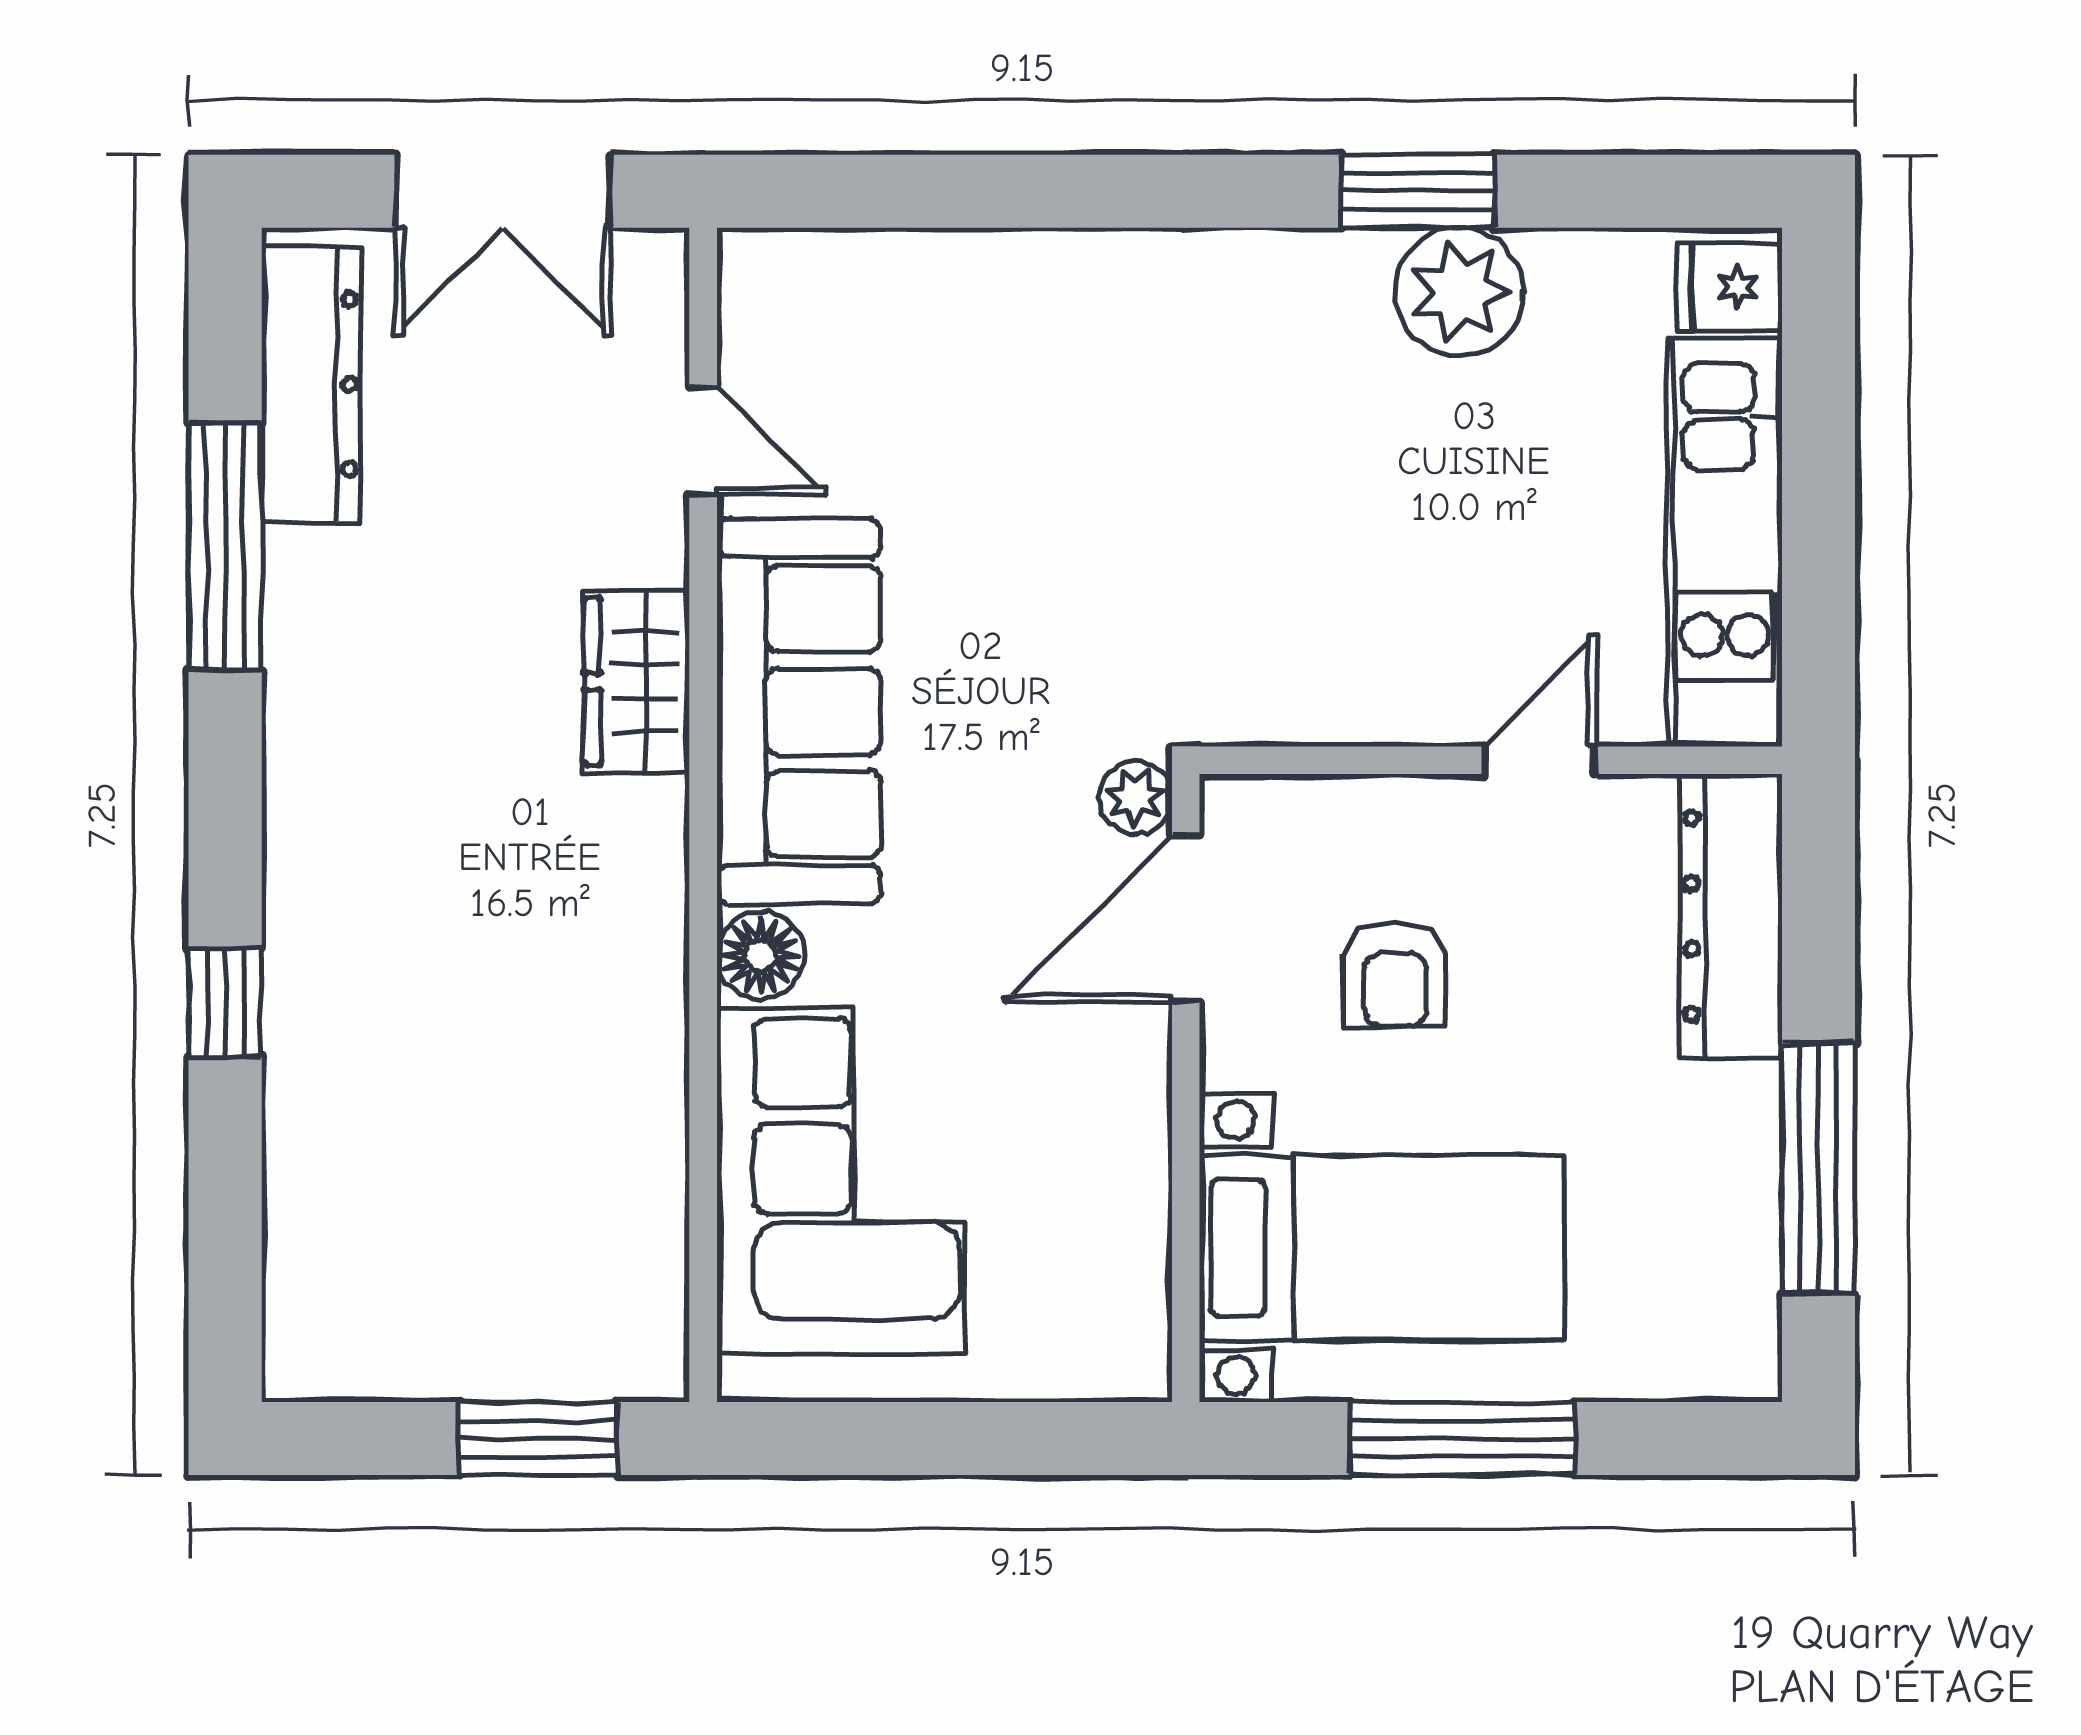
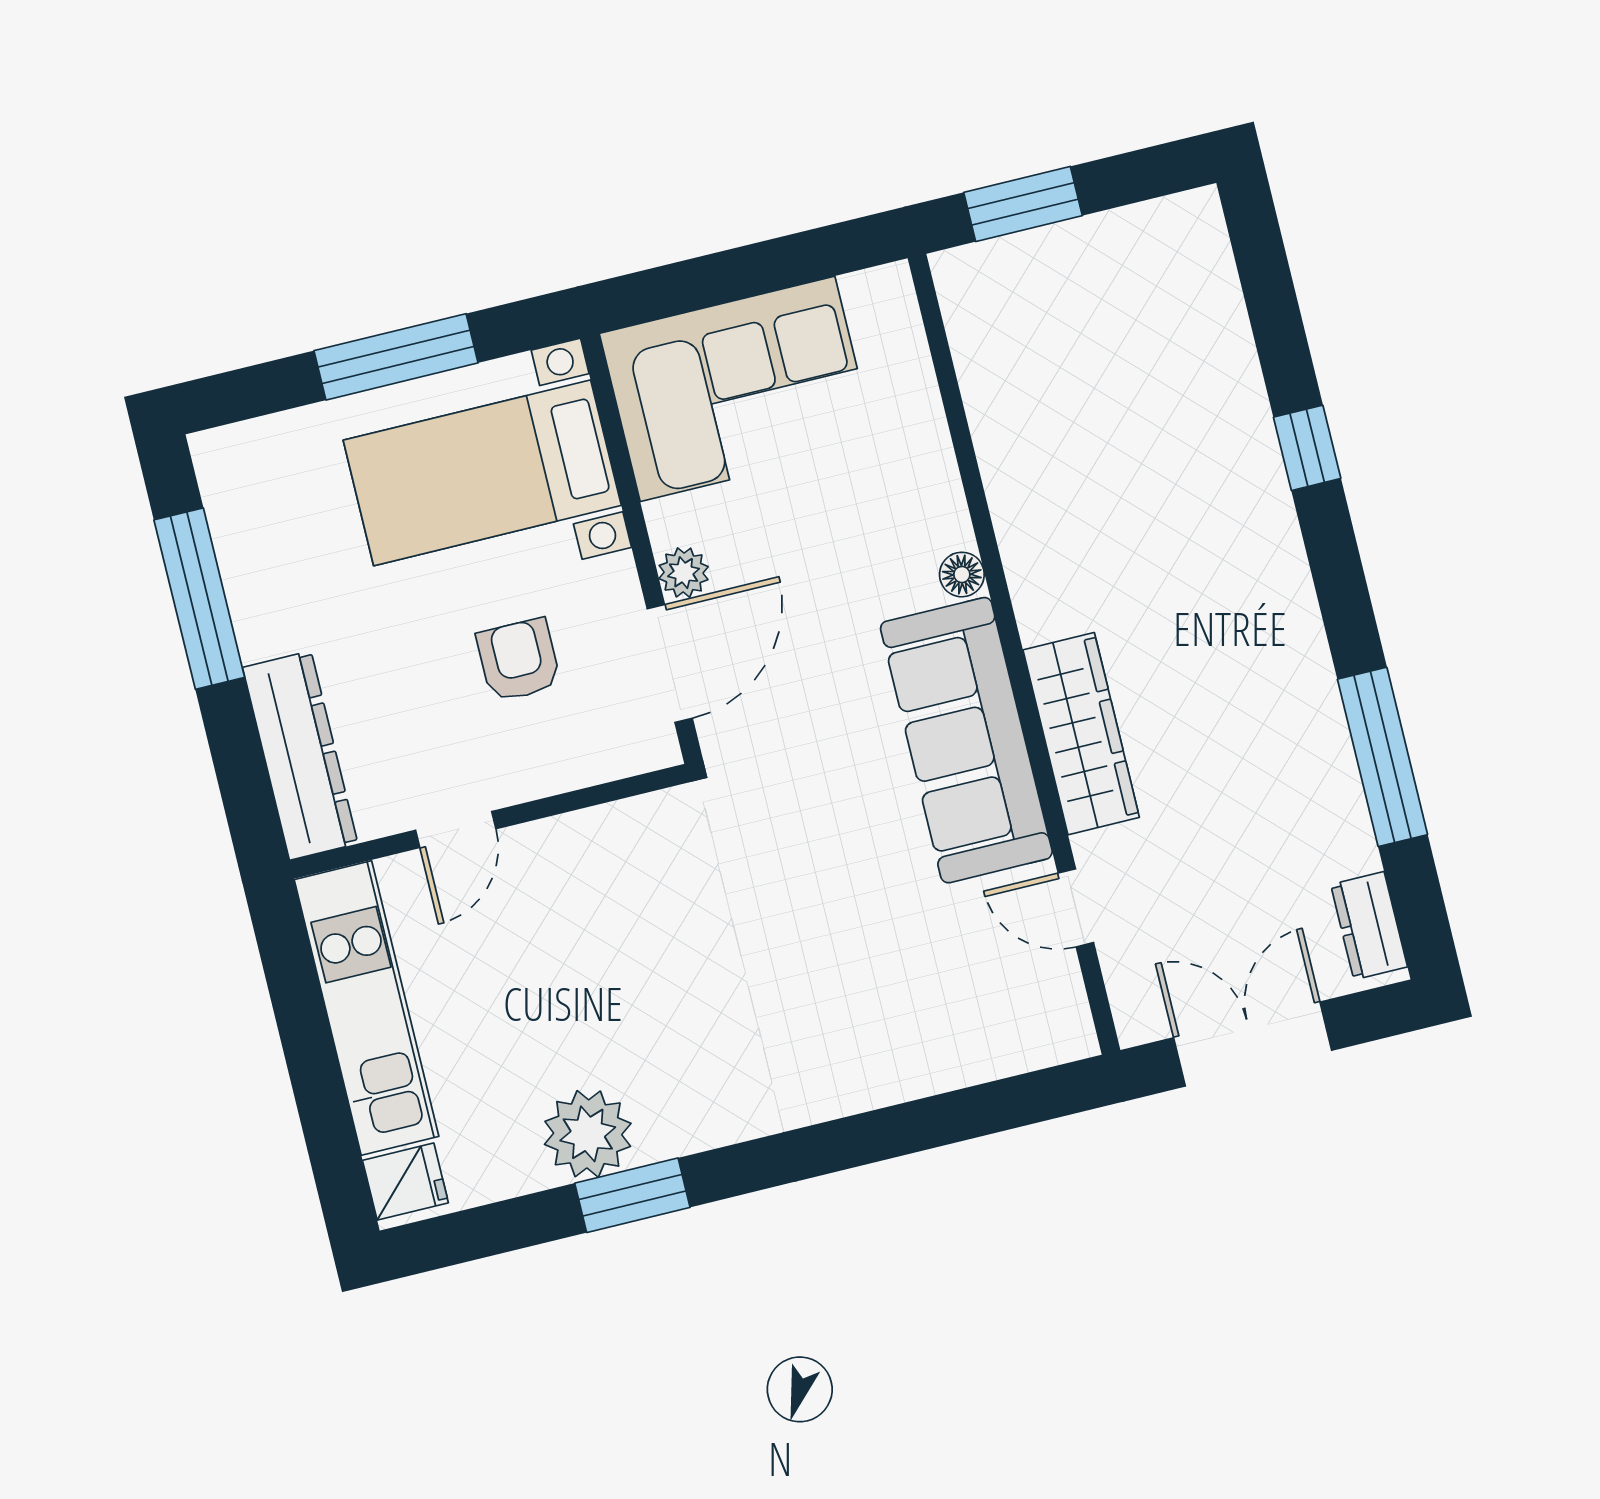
dresser: (311, 384) -> (1369, 926), width x0.51, depth x0.80
wardrobe: (637, 681) -> (1081, 734), width x1.50
plant: (1136, 797) -> (684, 573), moved
floor lamp: (761, 955) -> (962, 575), width x0.73, depth x0.73
corner sofa: (841, 1180) -> (737, 389), moved, turned -90

